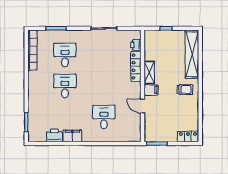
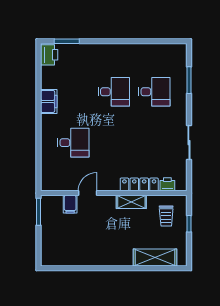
bookcase: (32, 50) -> (161, 49), removed
shelving: (192, 54) -> (155, 258), width x0.68
trolley: (185, 89) -> (166, 216), moved
filing cabinet: (151, 90) -> (70, 204), moved
printer: (54, 135) -> (49, 55), moved
locker: (188, 137) -> (48, 252), removed

